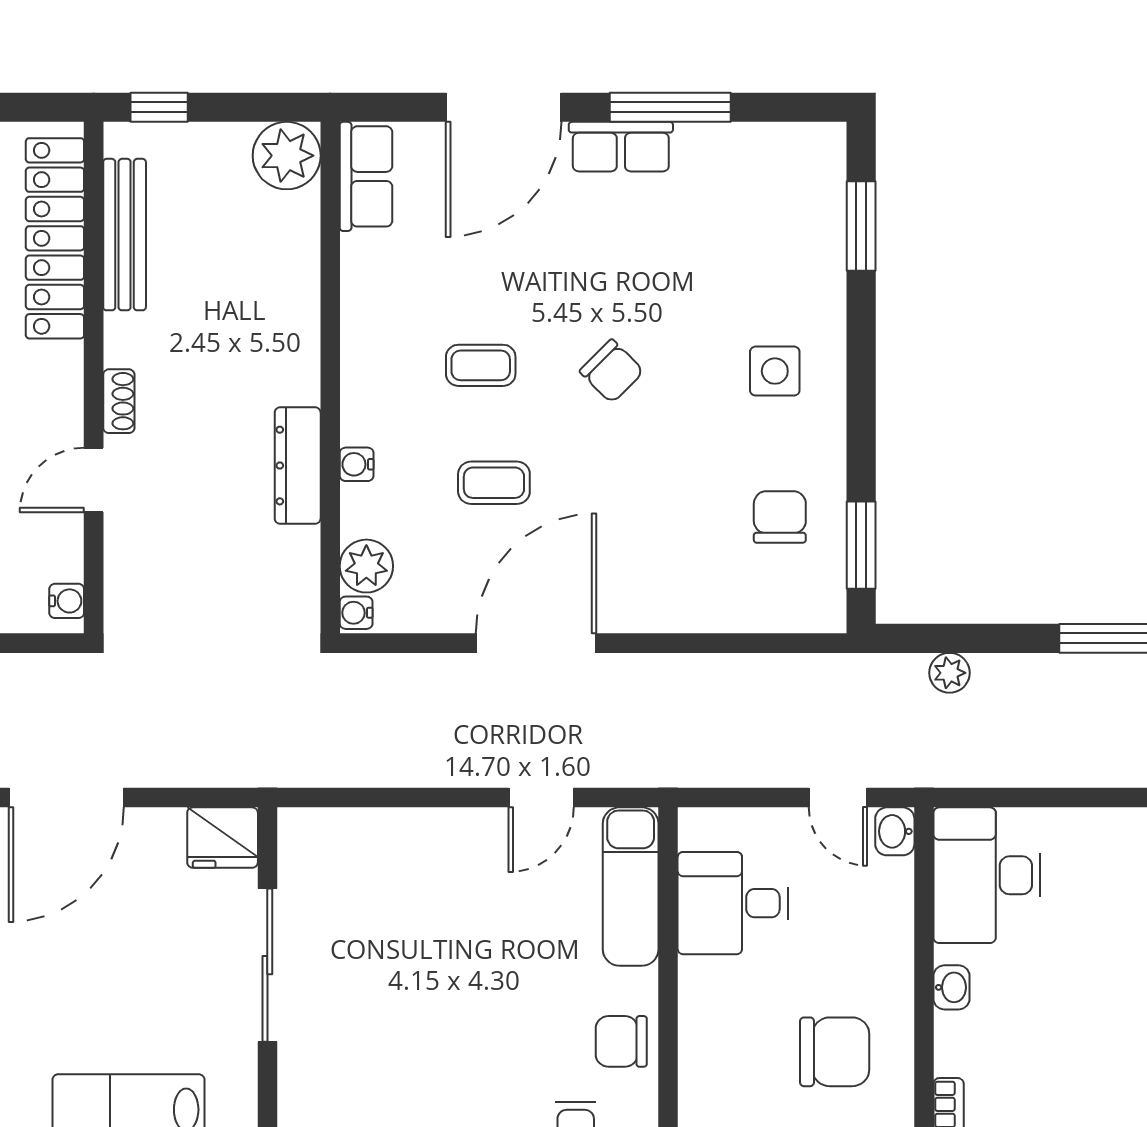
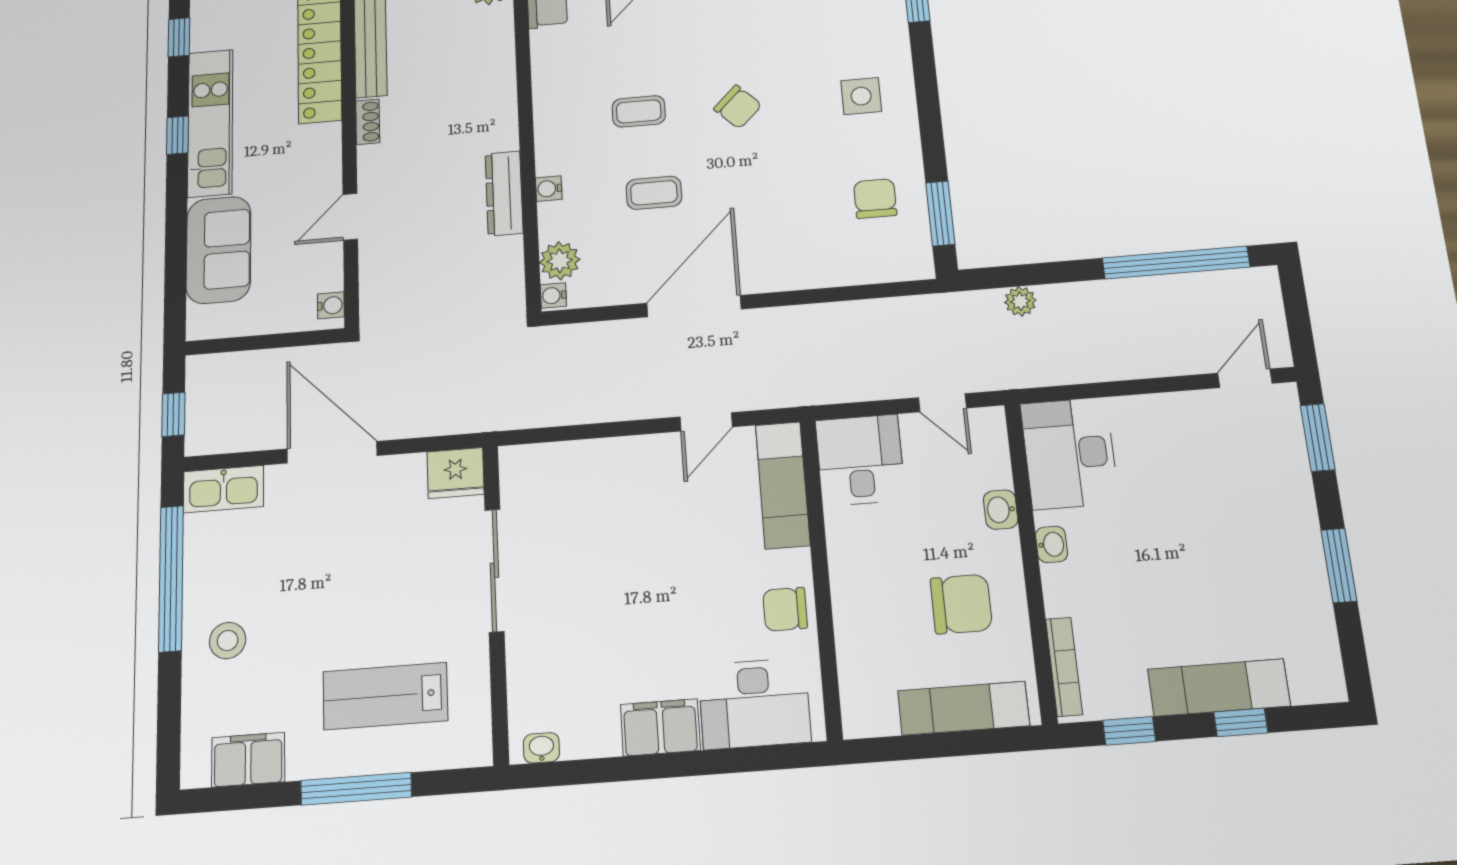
shoe rack: (119, 401) -> (368, 122), moved
door: (66, 798) -> (332, 452), swing flipped
washbasin: (895, 831) -> (1001, 510), moved
desk: (733, 903) -> (860, 460), moved, turned 90

